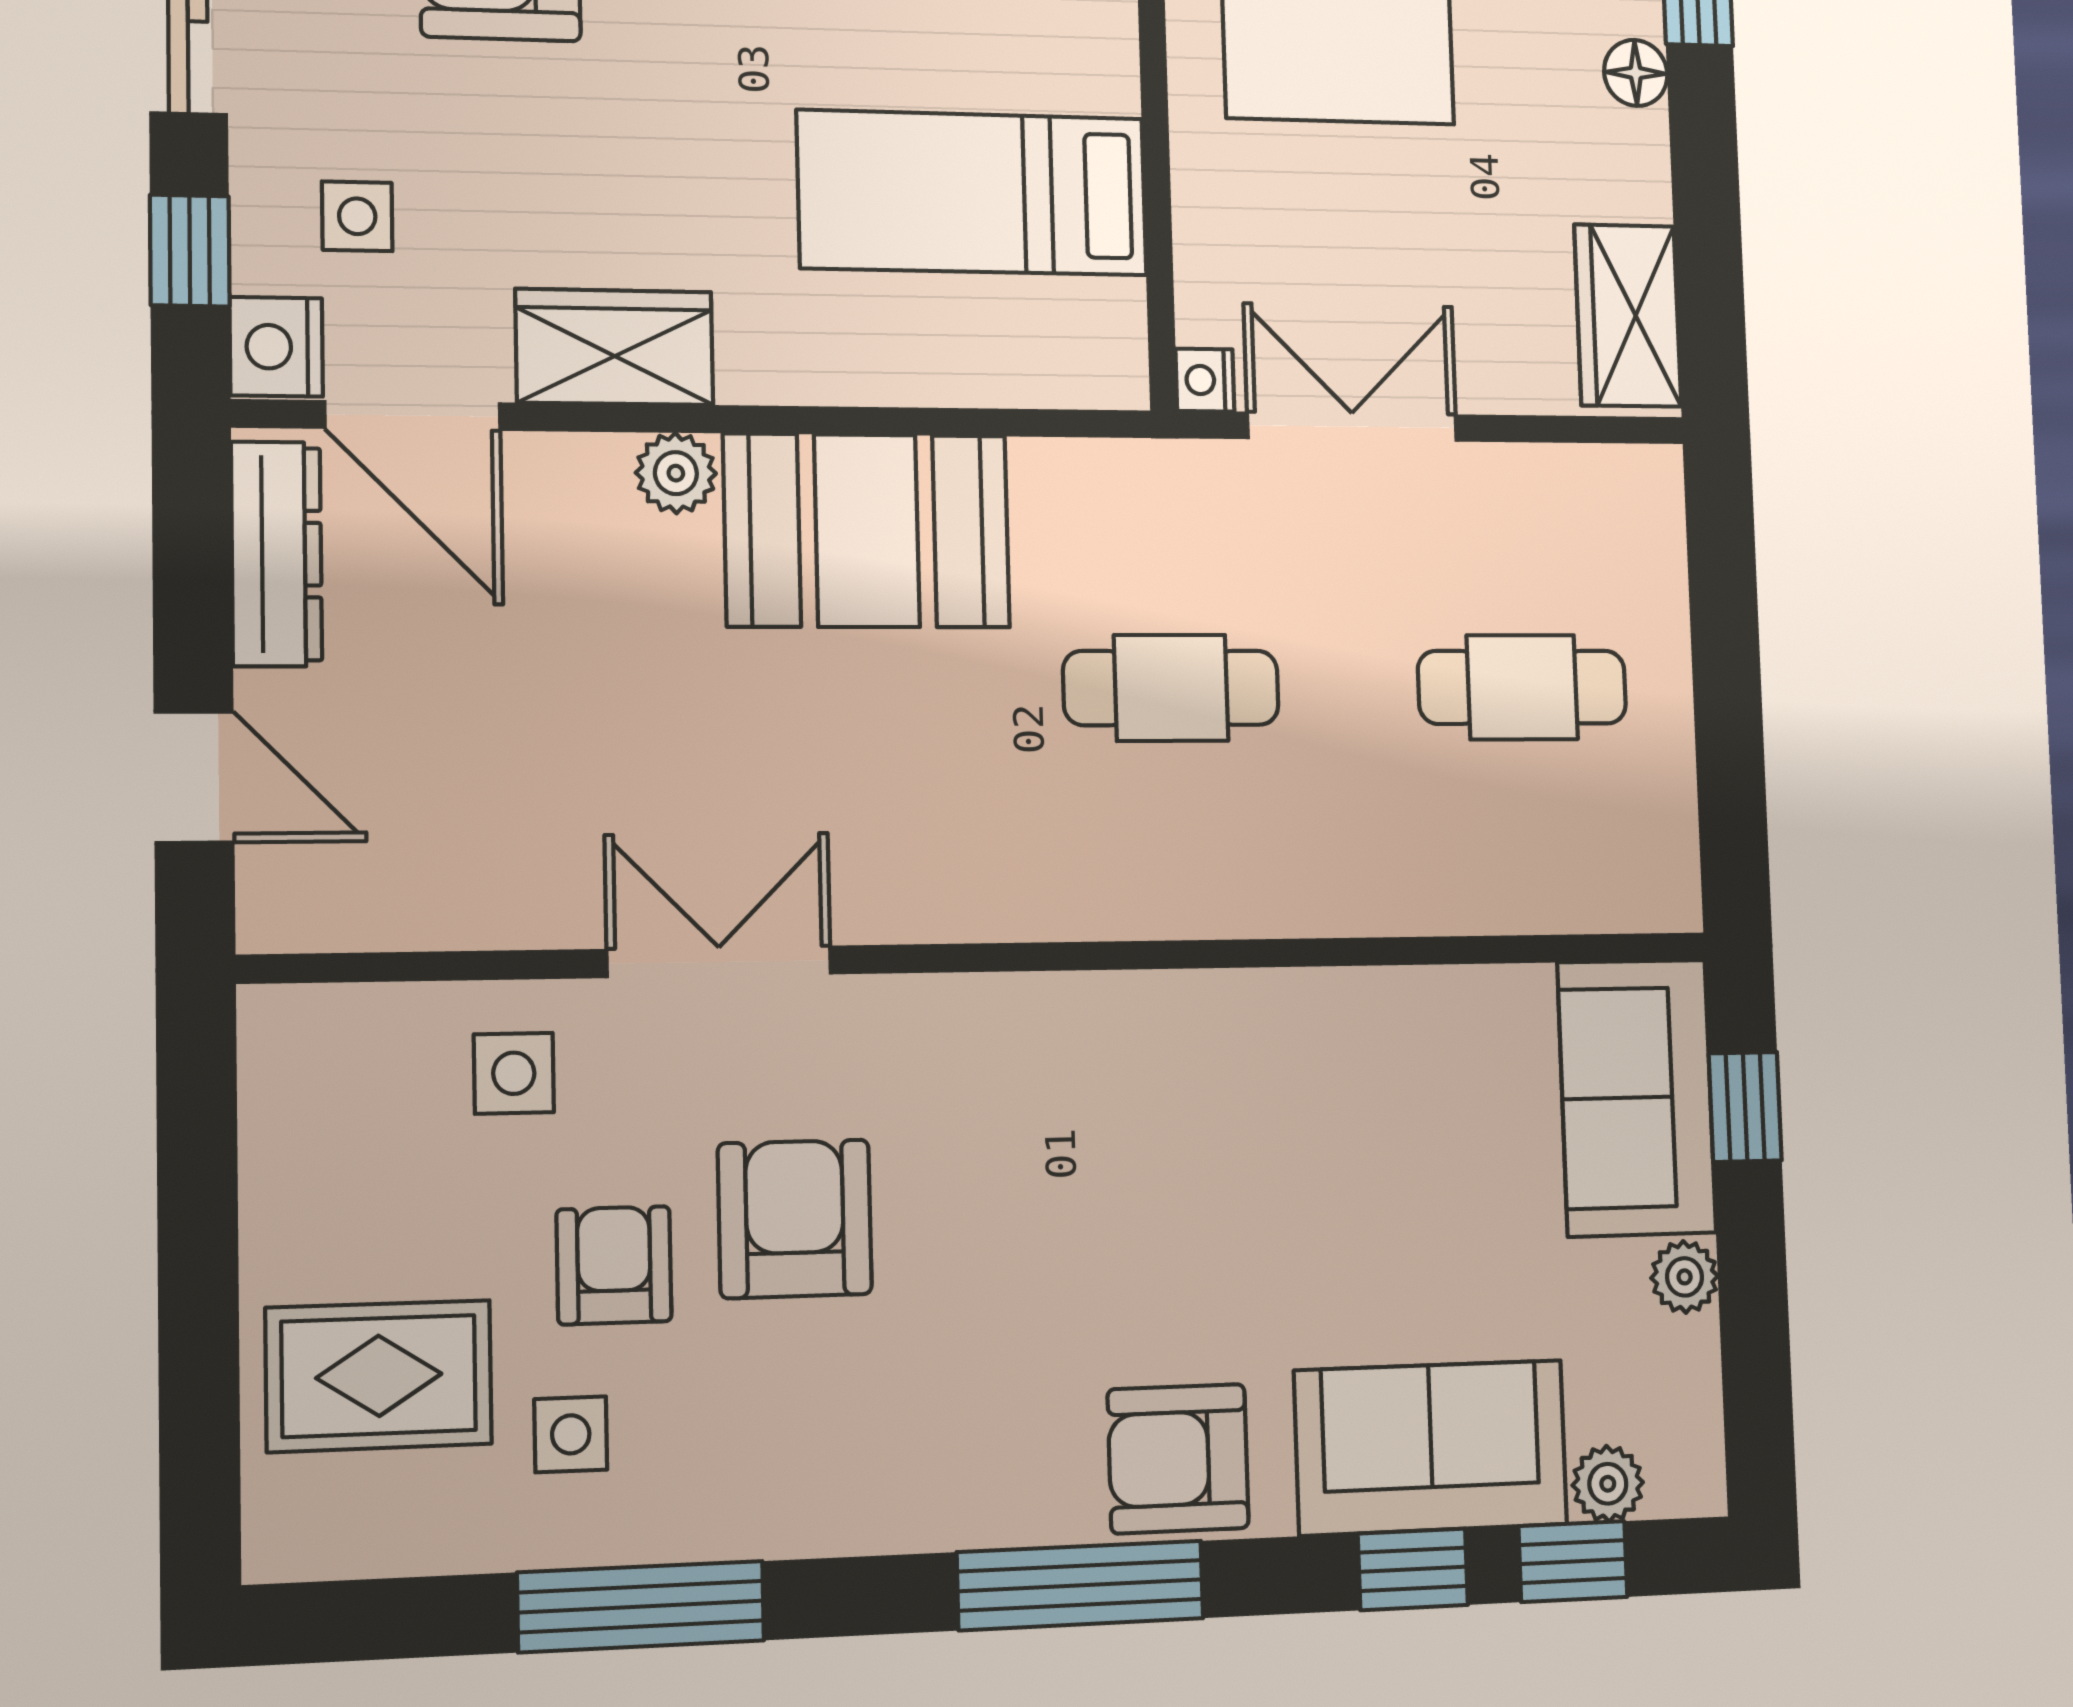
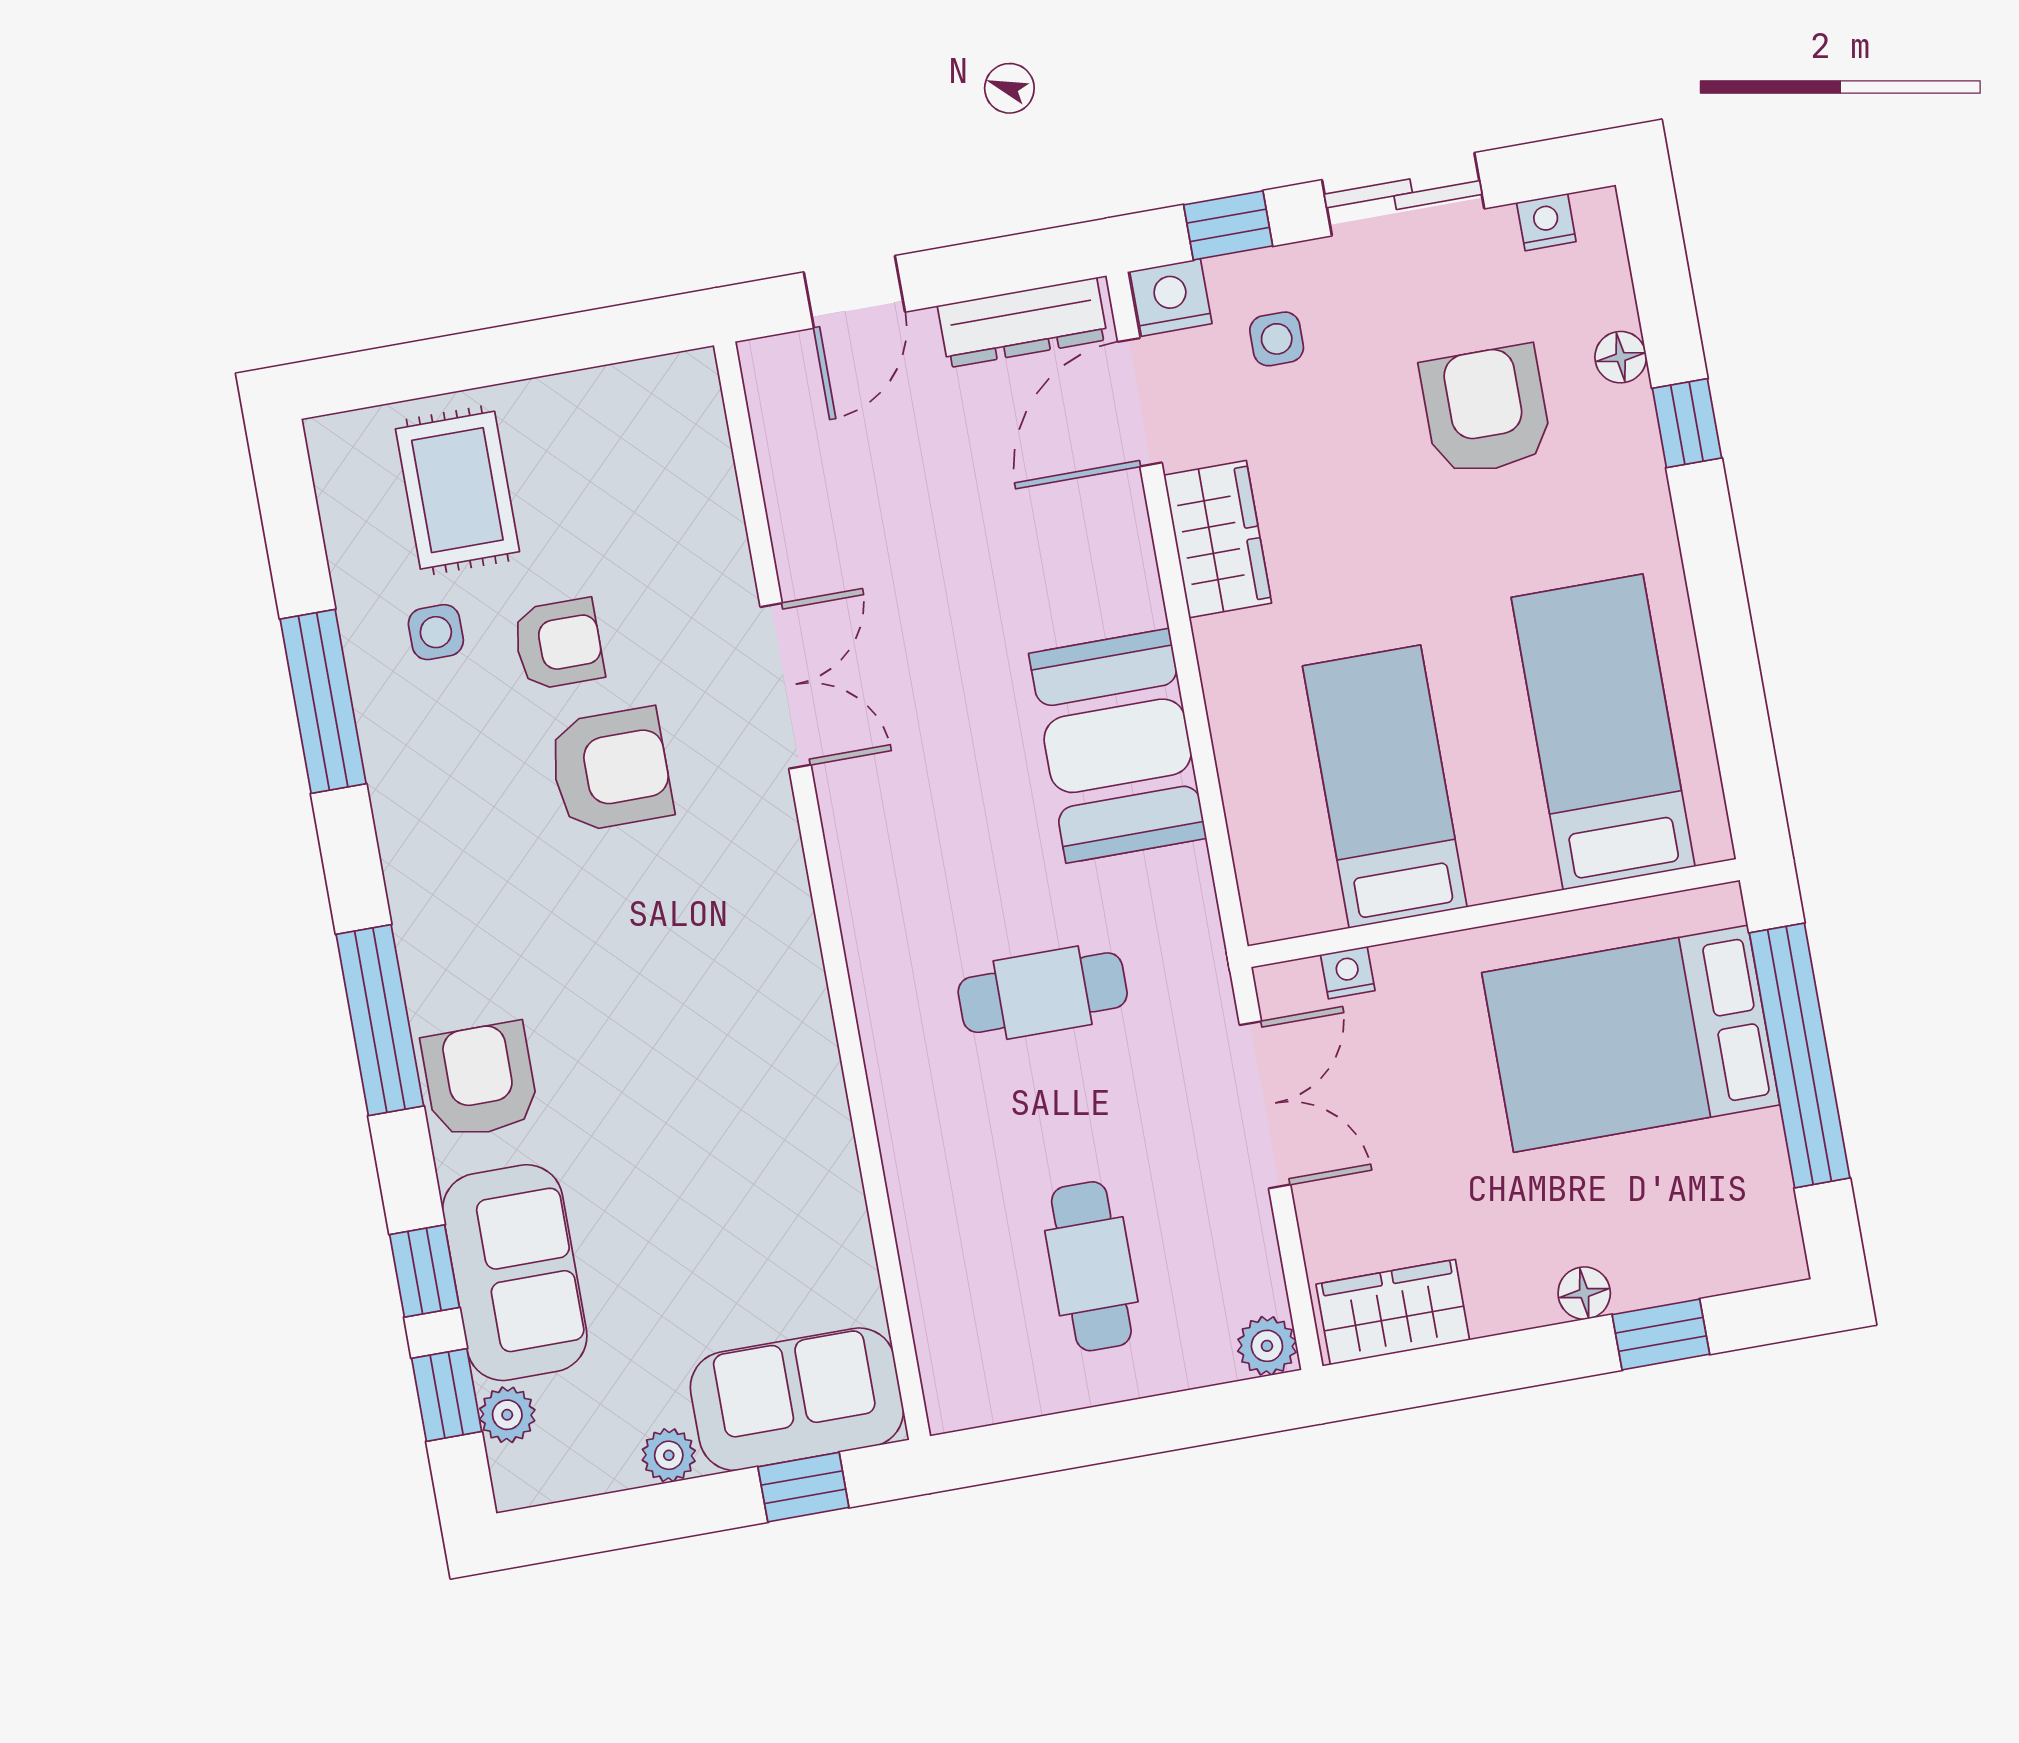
nightstand: (1205, 380) -> (1348, 973), moved
plant: (676, 473) -> (1267, 1346), moved
cafe table: (1171, 688) -> (1043, 993), turned 90
side table: (514, 1073) -> (683, 551), removed

